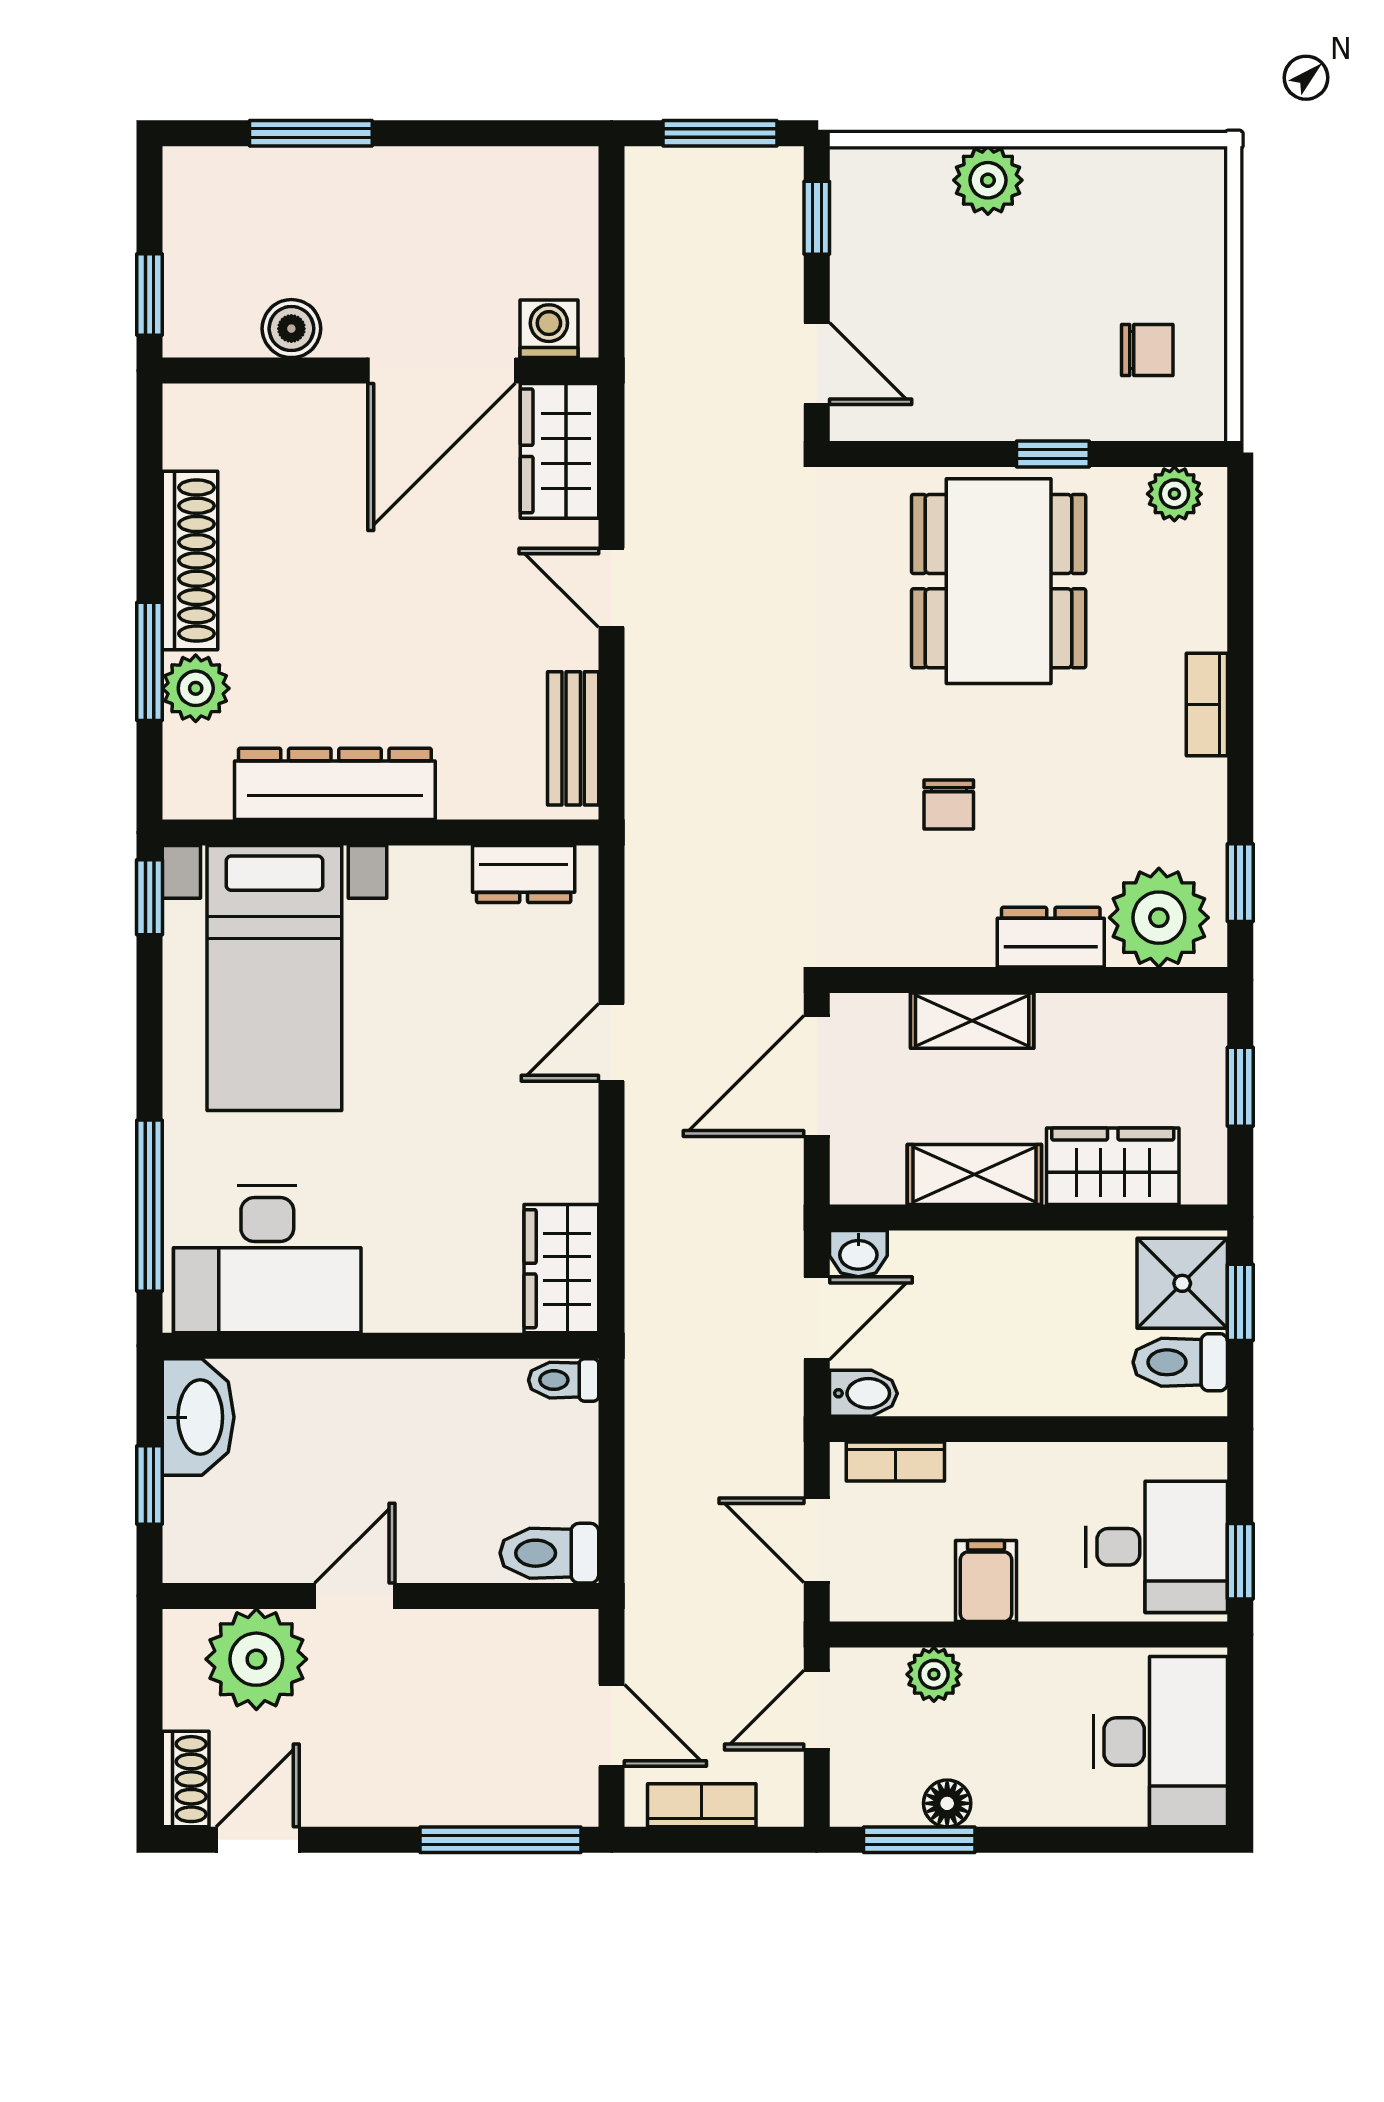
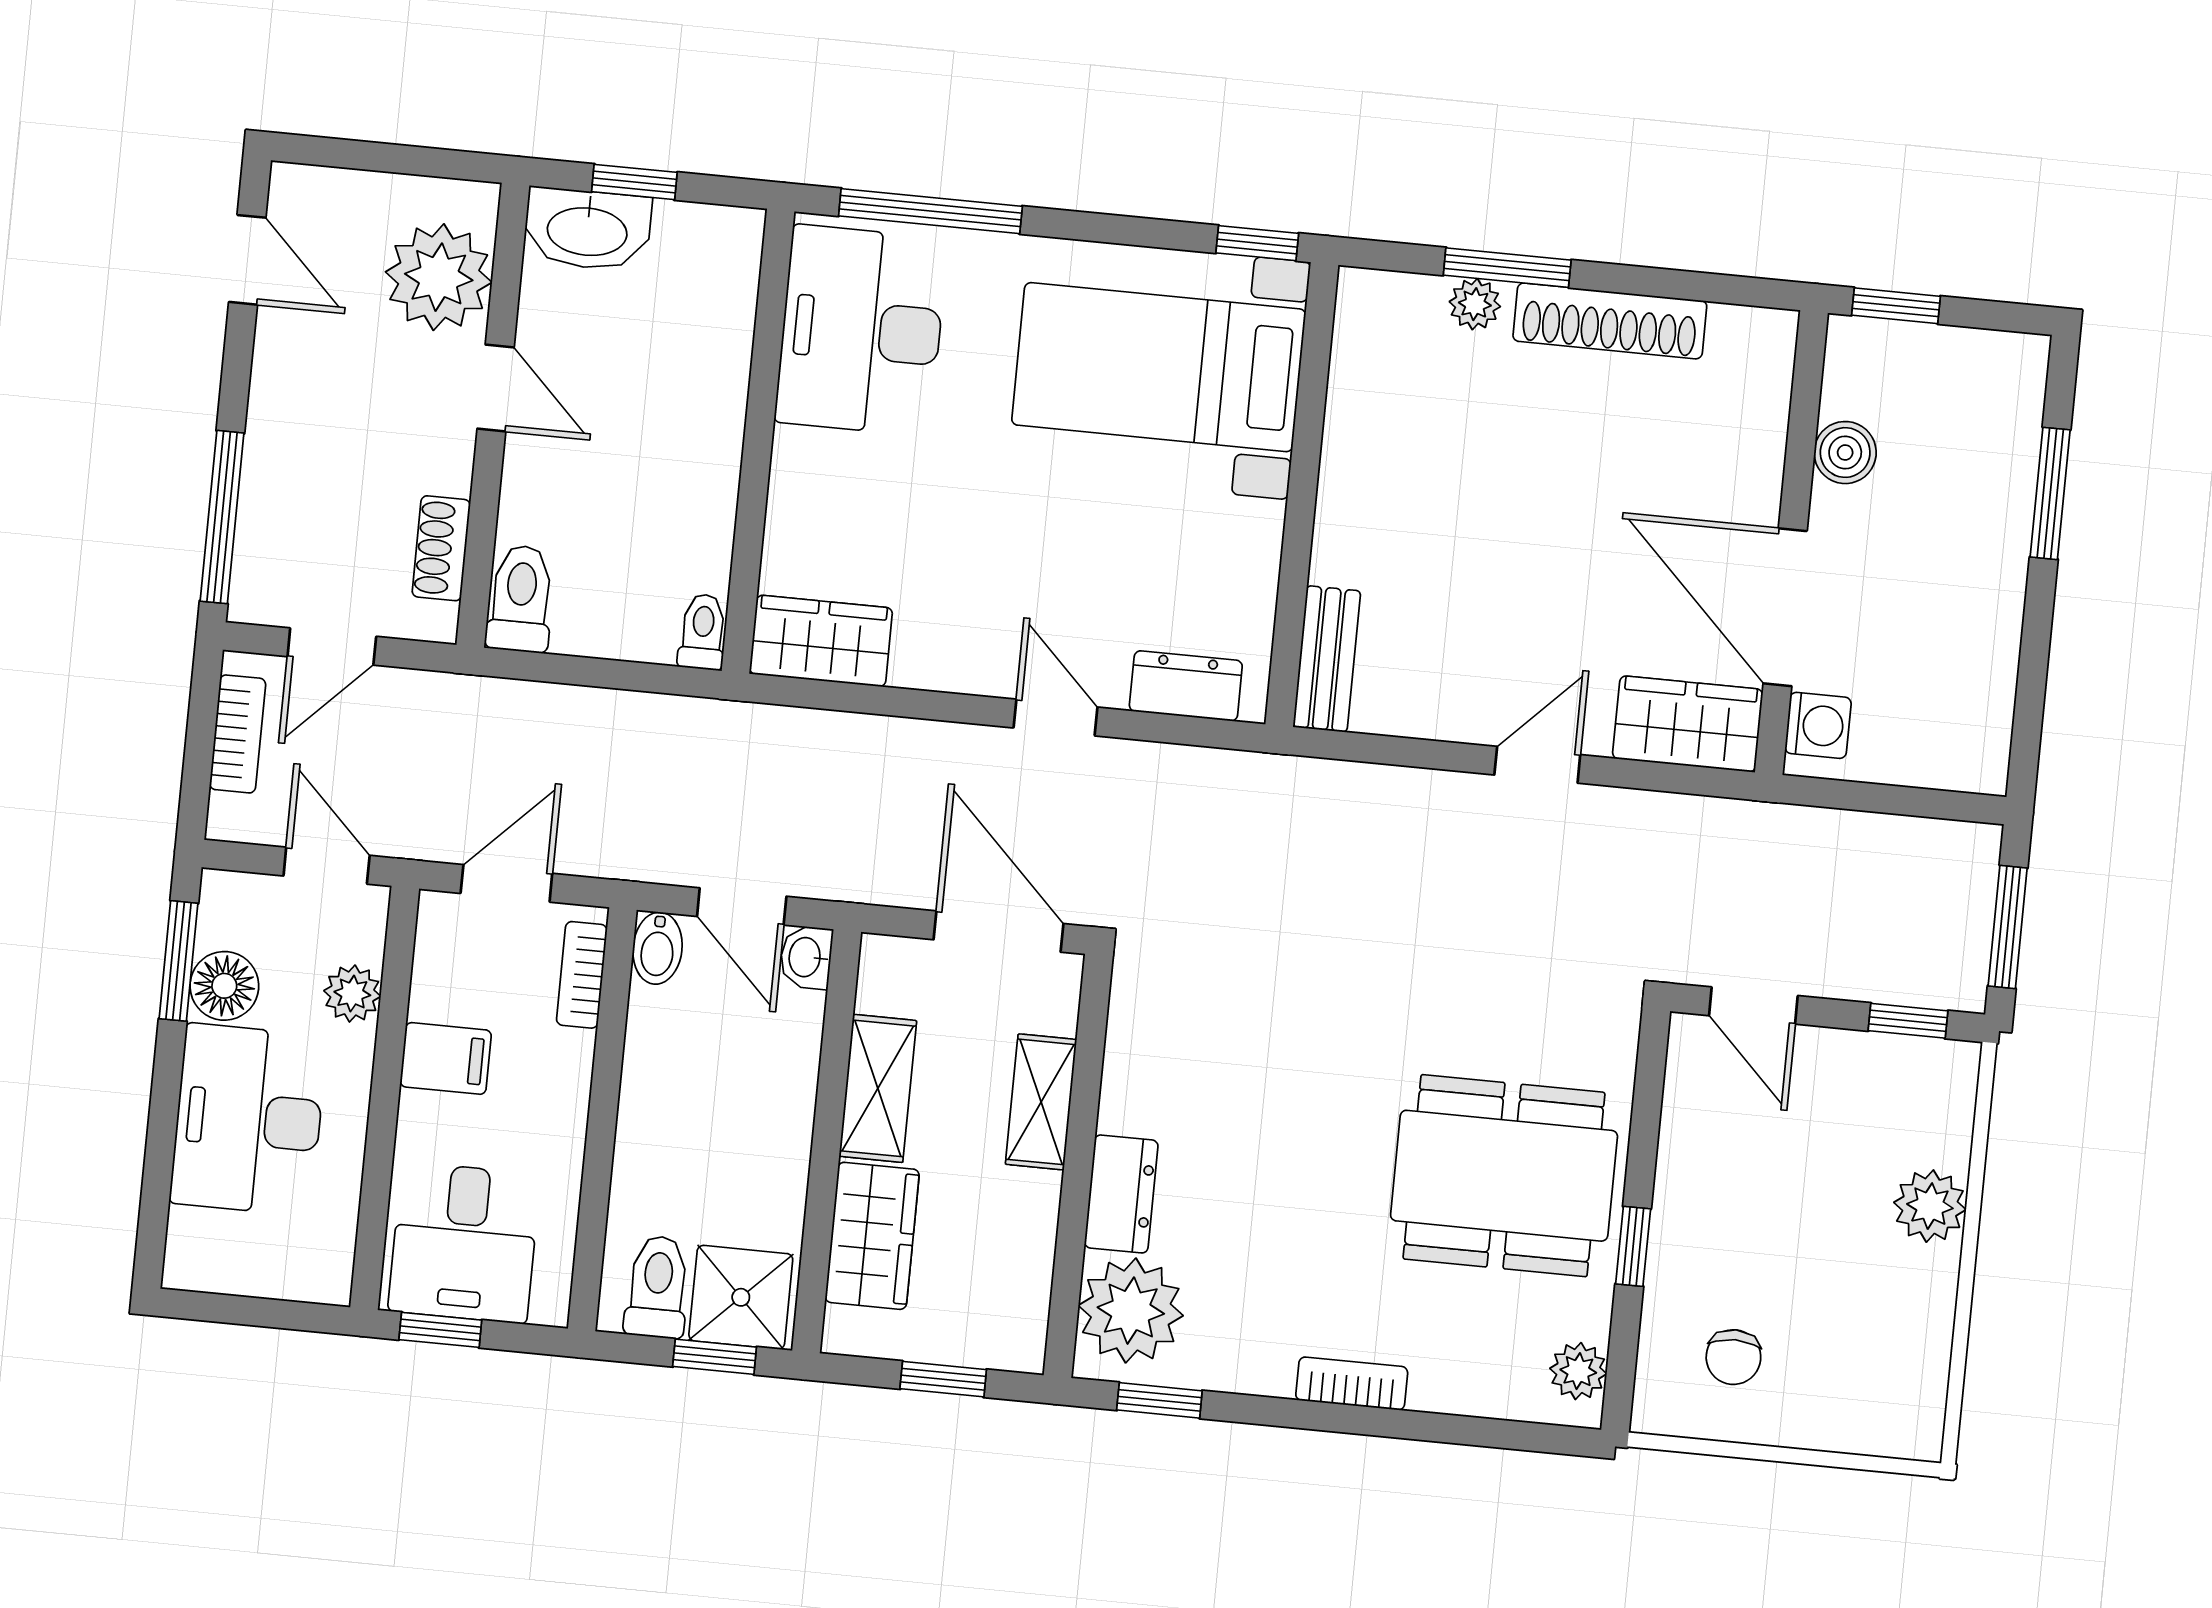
door: (817, 364) -> (1753, 1006), hinge flipped
plant: (196, 688) -> (1475, 304), width x0.73, depth x0.73
bench: (573, 738) -> (1327, 659), moved, turned 90
dresser: (335, 784) -> (1358, 451), removed
chair: (949, 805) -> (1272, 1100), removed
dresser: (524, 874) -> (1186, 686), moved, turned 90
washbasin: (198, 1417) -> (587, 229), moved
desk: (1160, 1742) -> (248, 1119), moved, turned 90
shoe rack: (186, 1779) -> (441, 548), moved, turned 90
floor lamp: (947, 1803) -> (224, 986), width x1.37, depth x1.37

